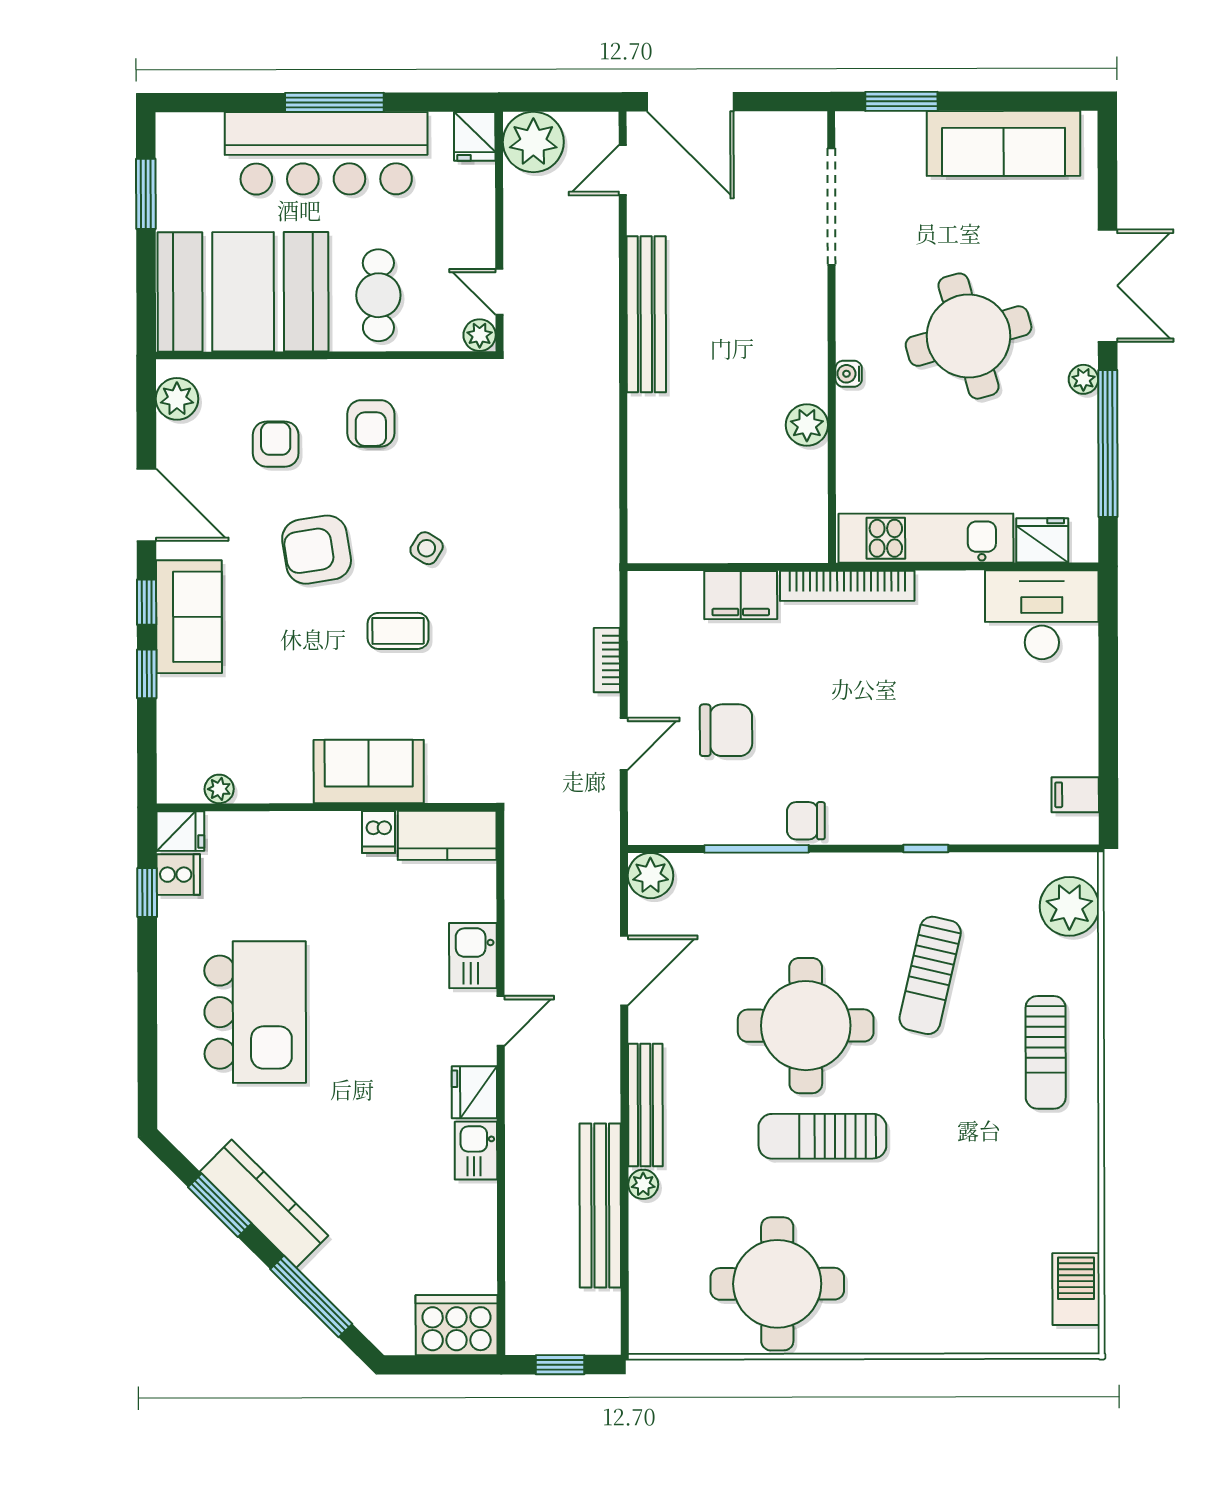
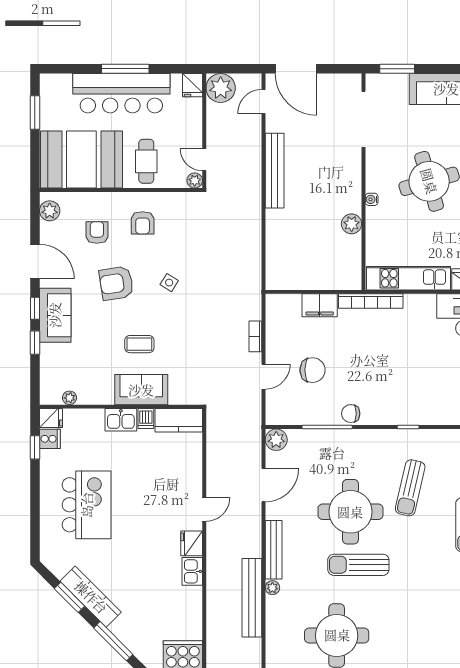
coffee table: (398, 631) -> (139, 344), moved
kitchen sink: (473, 956) -> (121, 420), moved, turned -90

